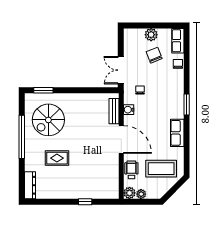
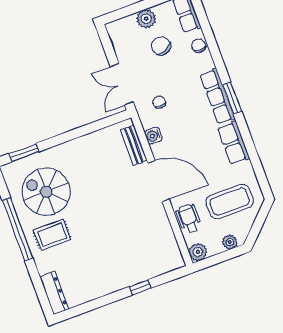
row of seats: (178, 100) -> (217, 96), added
spiral stairs: (48, 120) -> (46, 192), turned 90
rug: (57, 158) -> (52, 235), moved
plant: (141, 194) -> (230, 242), moved

